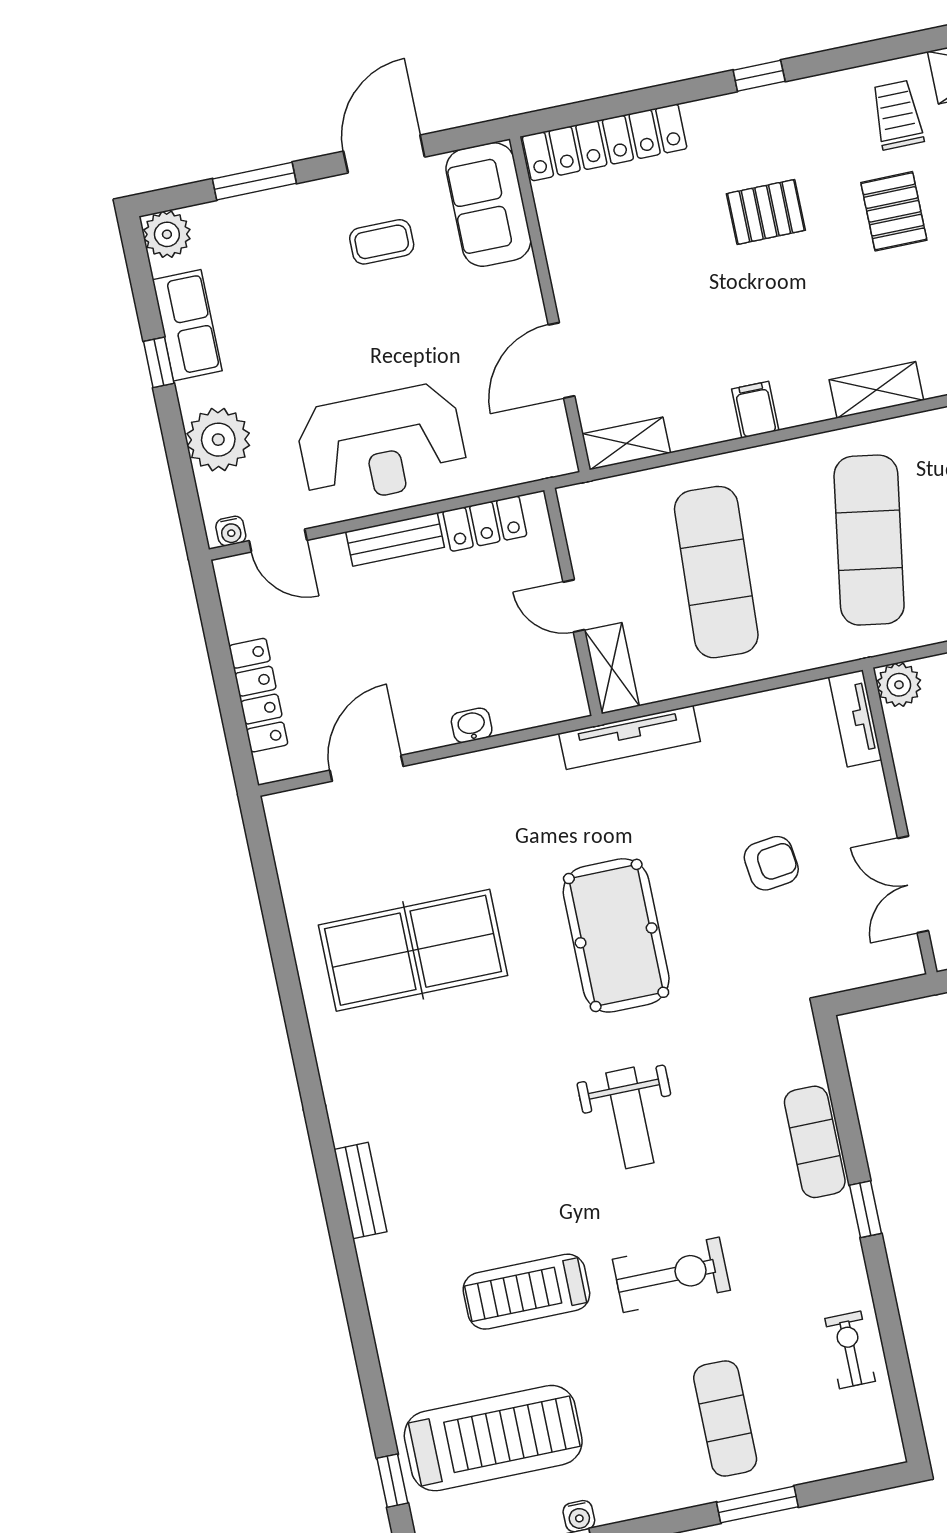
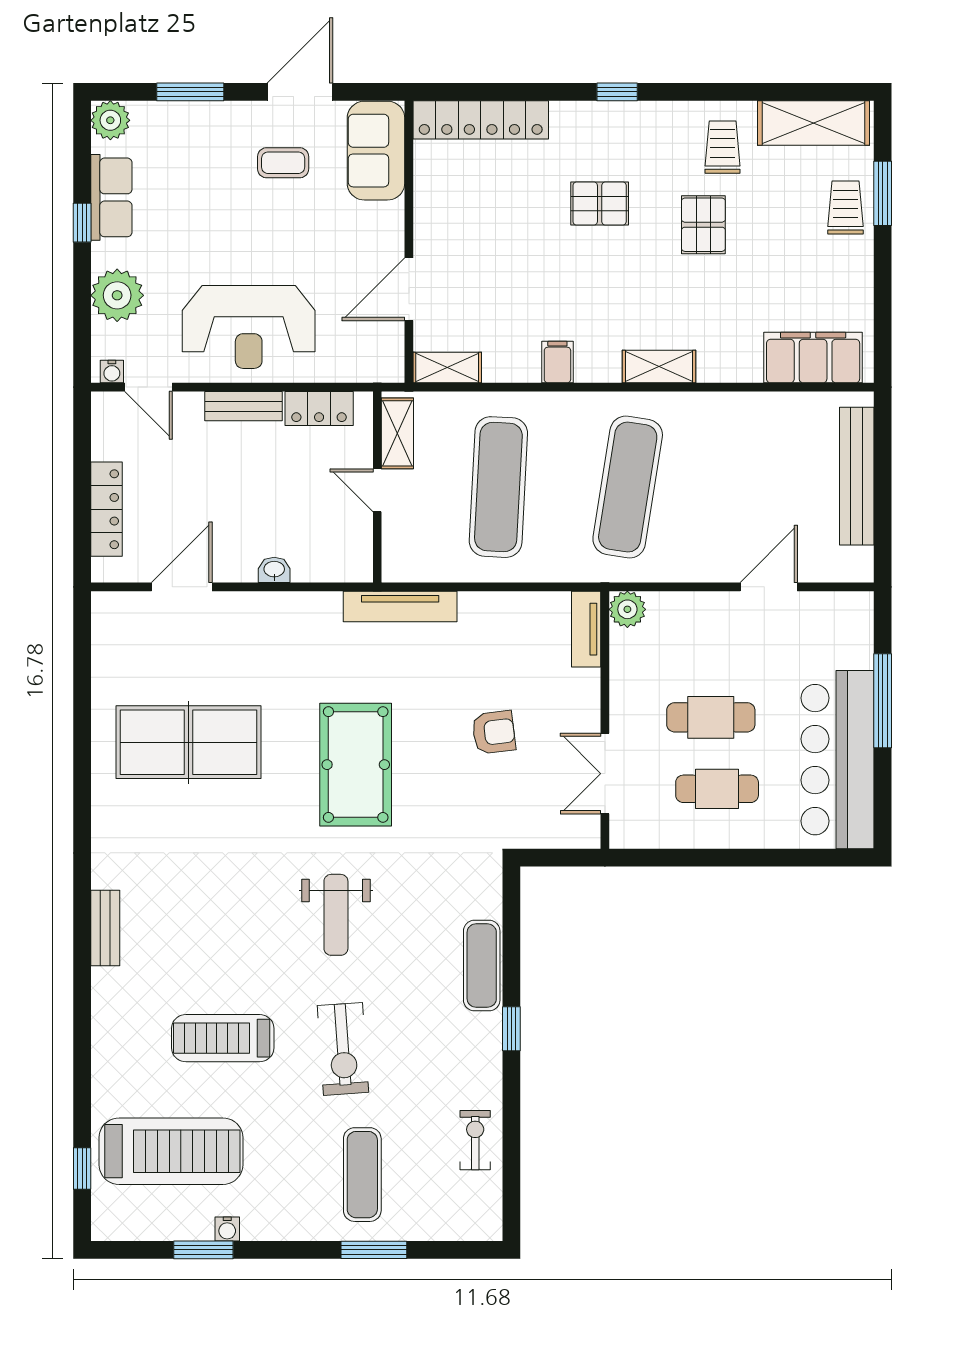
shelving: (612, 668) -> (397, 433), moved
exercise bike: (671, 1275) -> (343, 1049), turned 86

